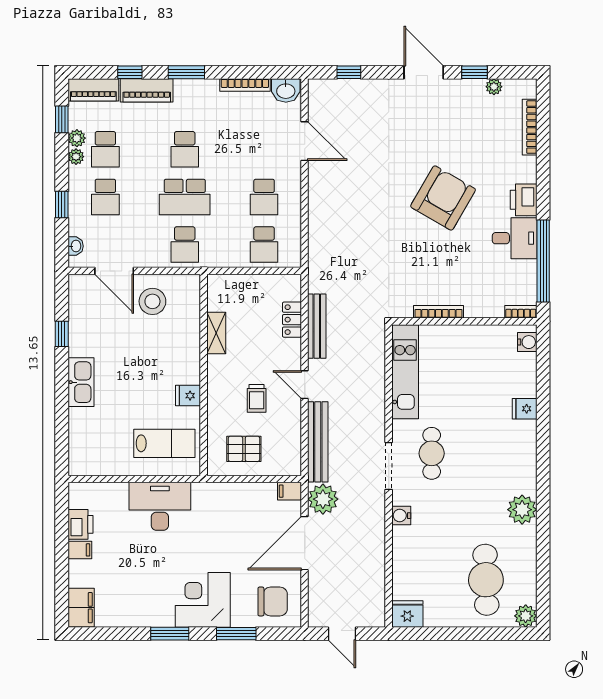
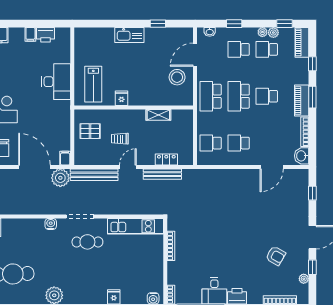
piano: (147, 90) -> (302, 100), moved
armchair: (443, 198) -> (276, 256), moved, width x0.53, depth x0.53
school desk: (185, 245) -> (211, 96), width x1.85
pallet: (244, 449) -> (90, 131), turned 90

